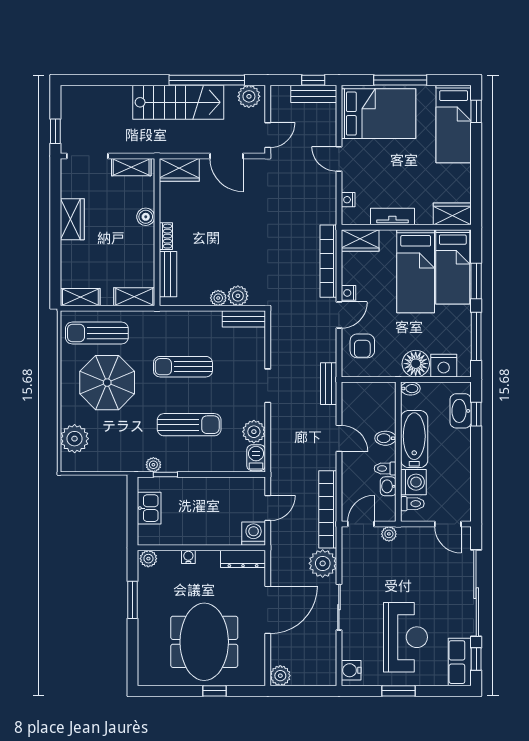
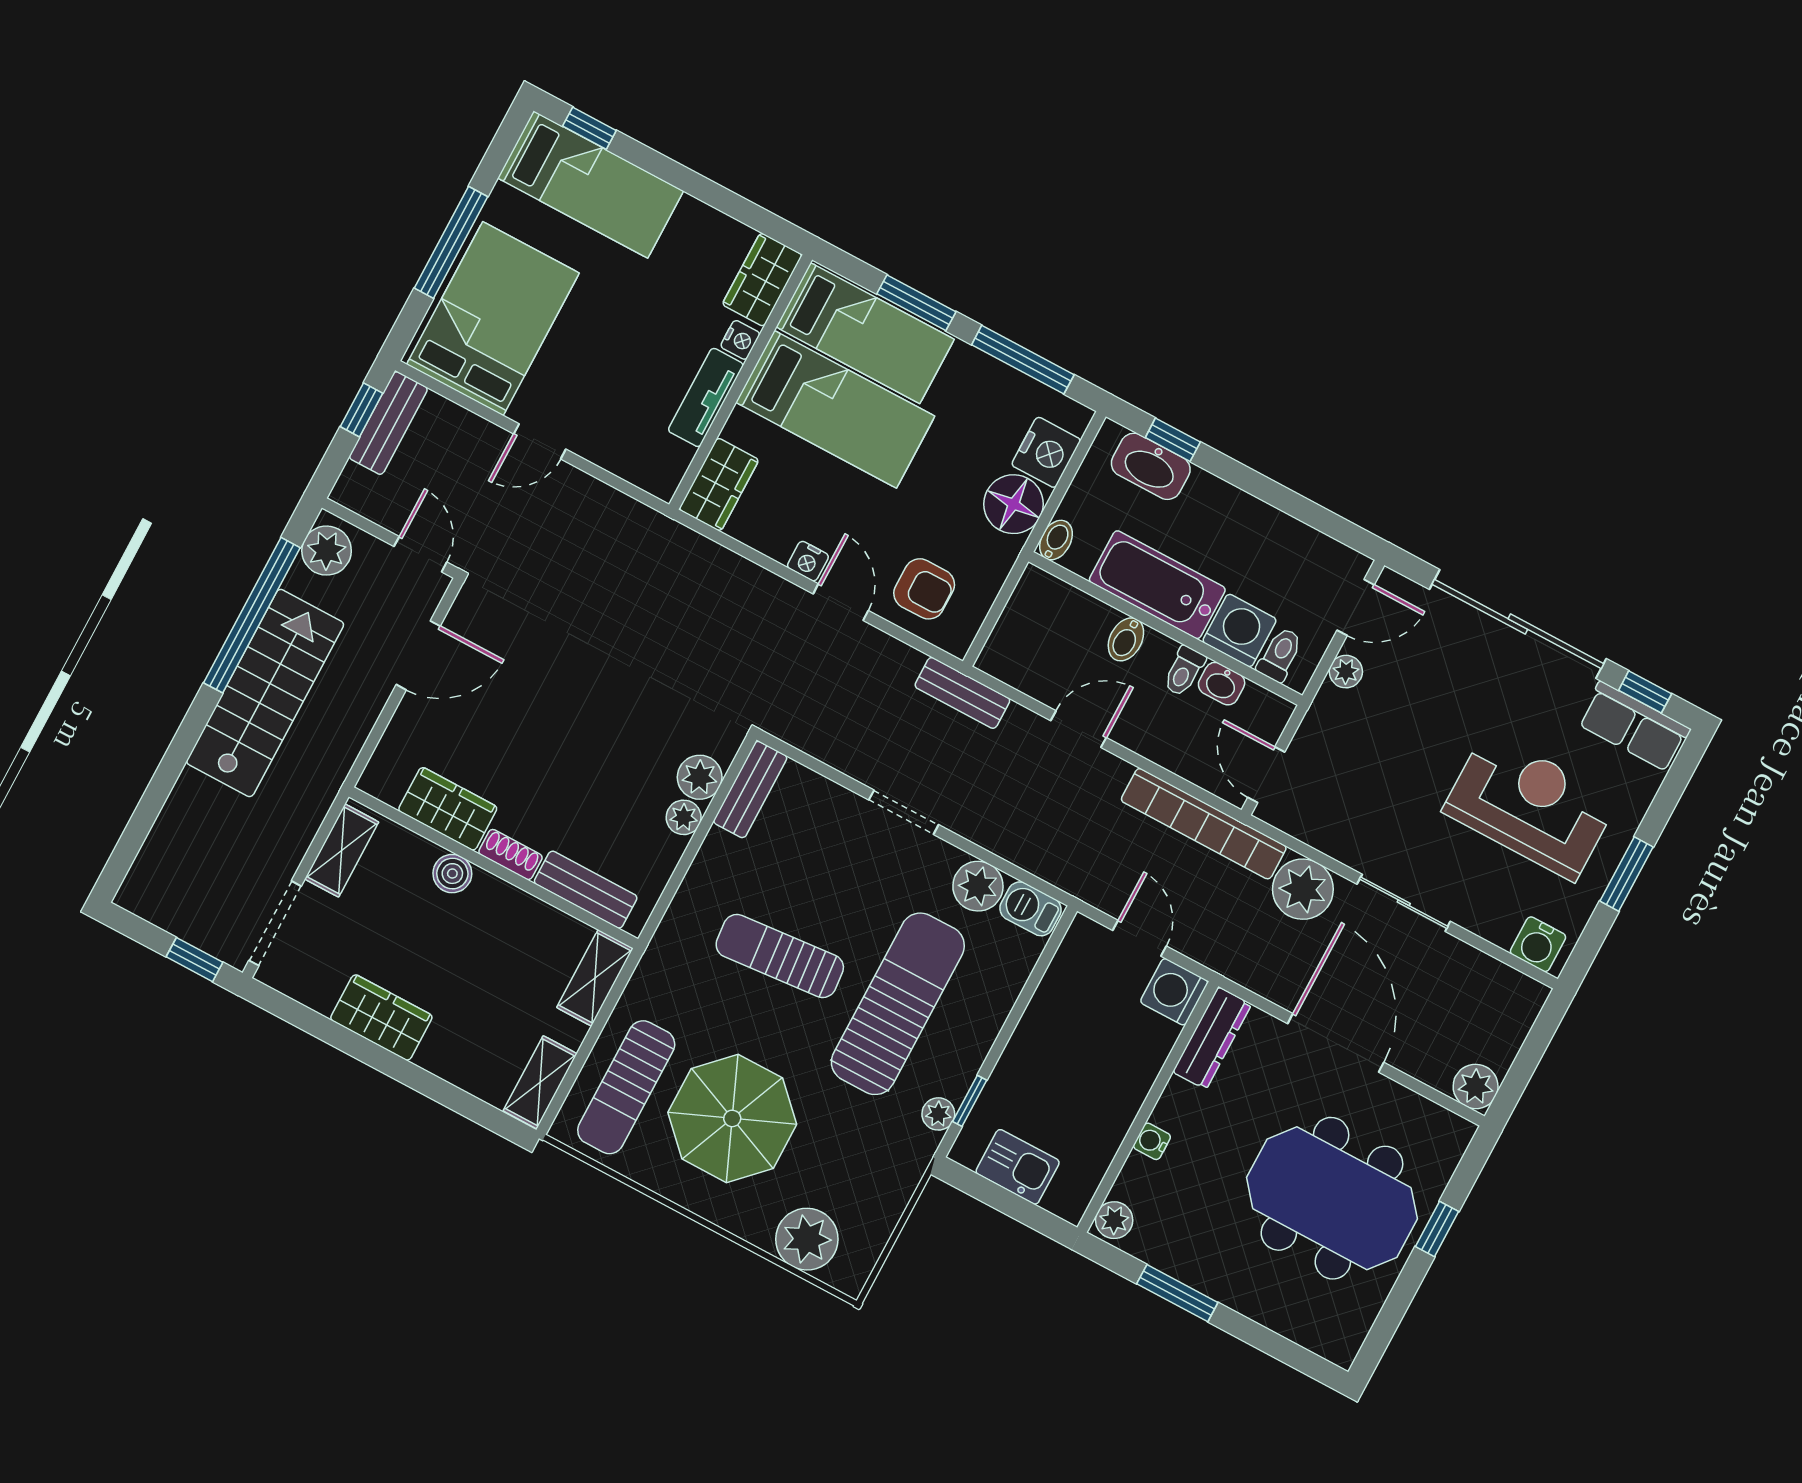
wardrobe: (179, 170) -> (448, 809), moved, turned -90
nightstand: (348, 200) -> (740, 340), moved, turned -90
bookcase: (328, 261) -> (726, 567), removed
sun lounger: (183, 367) -> (780, 956), turned 85
sun lounger: (189, 425) -> (898, 1004), width x1.36, depth x1.34
plant: (389, 534) -> (1346, 672), moved

